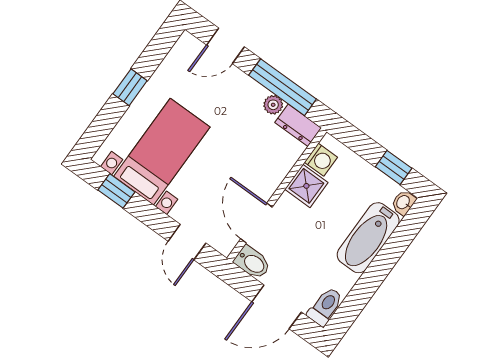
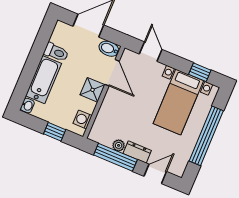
window: (130, 87) -> (206, 136), width x3.17
dresser: (298, 125) -> (137, 152), moved
window: (394, 168) -> (55, 132), moved
shower: (306, 186) -> (92, 90), moved
toilet: (325, 306) -> (56, 52), moved, turned -90

